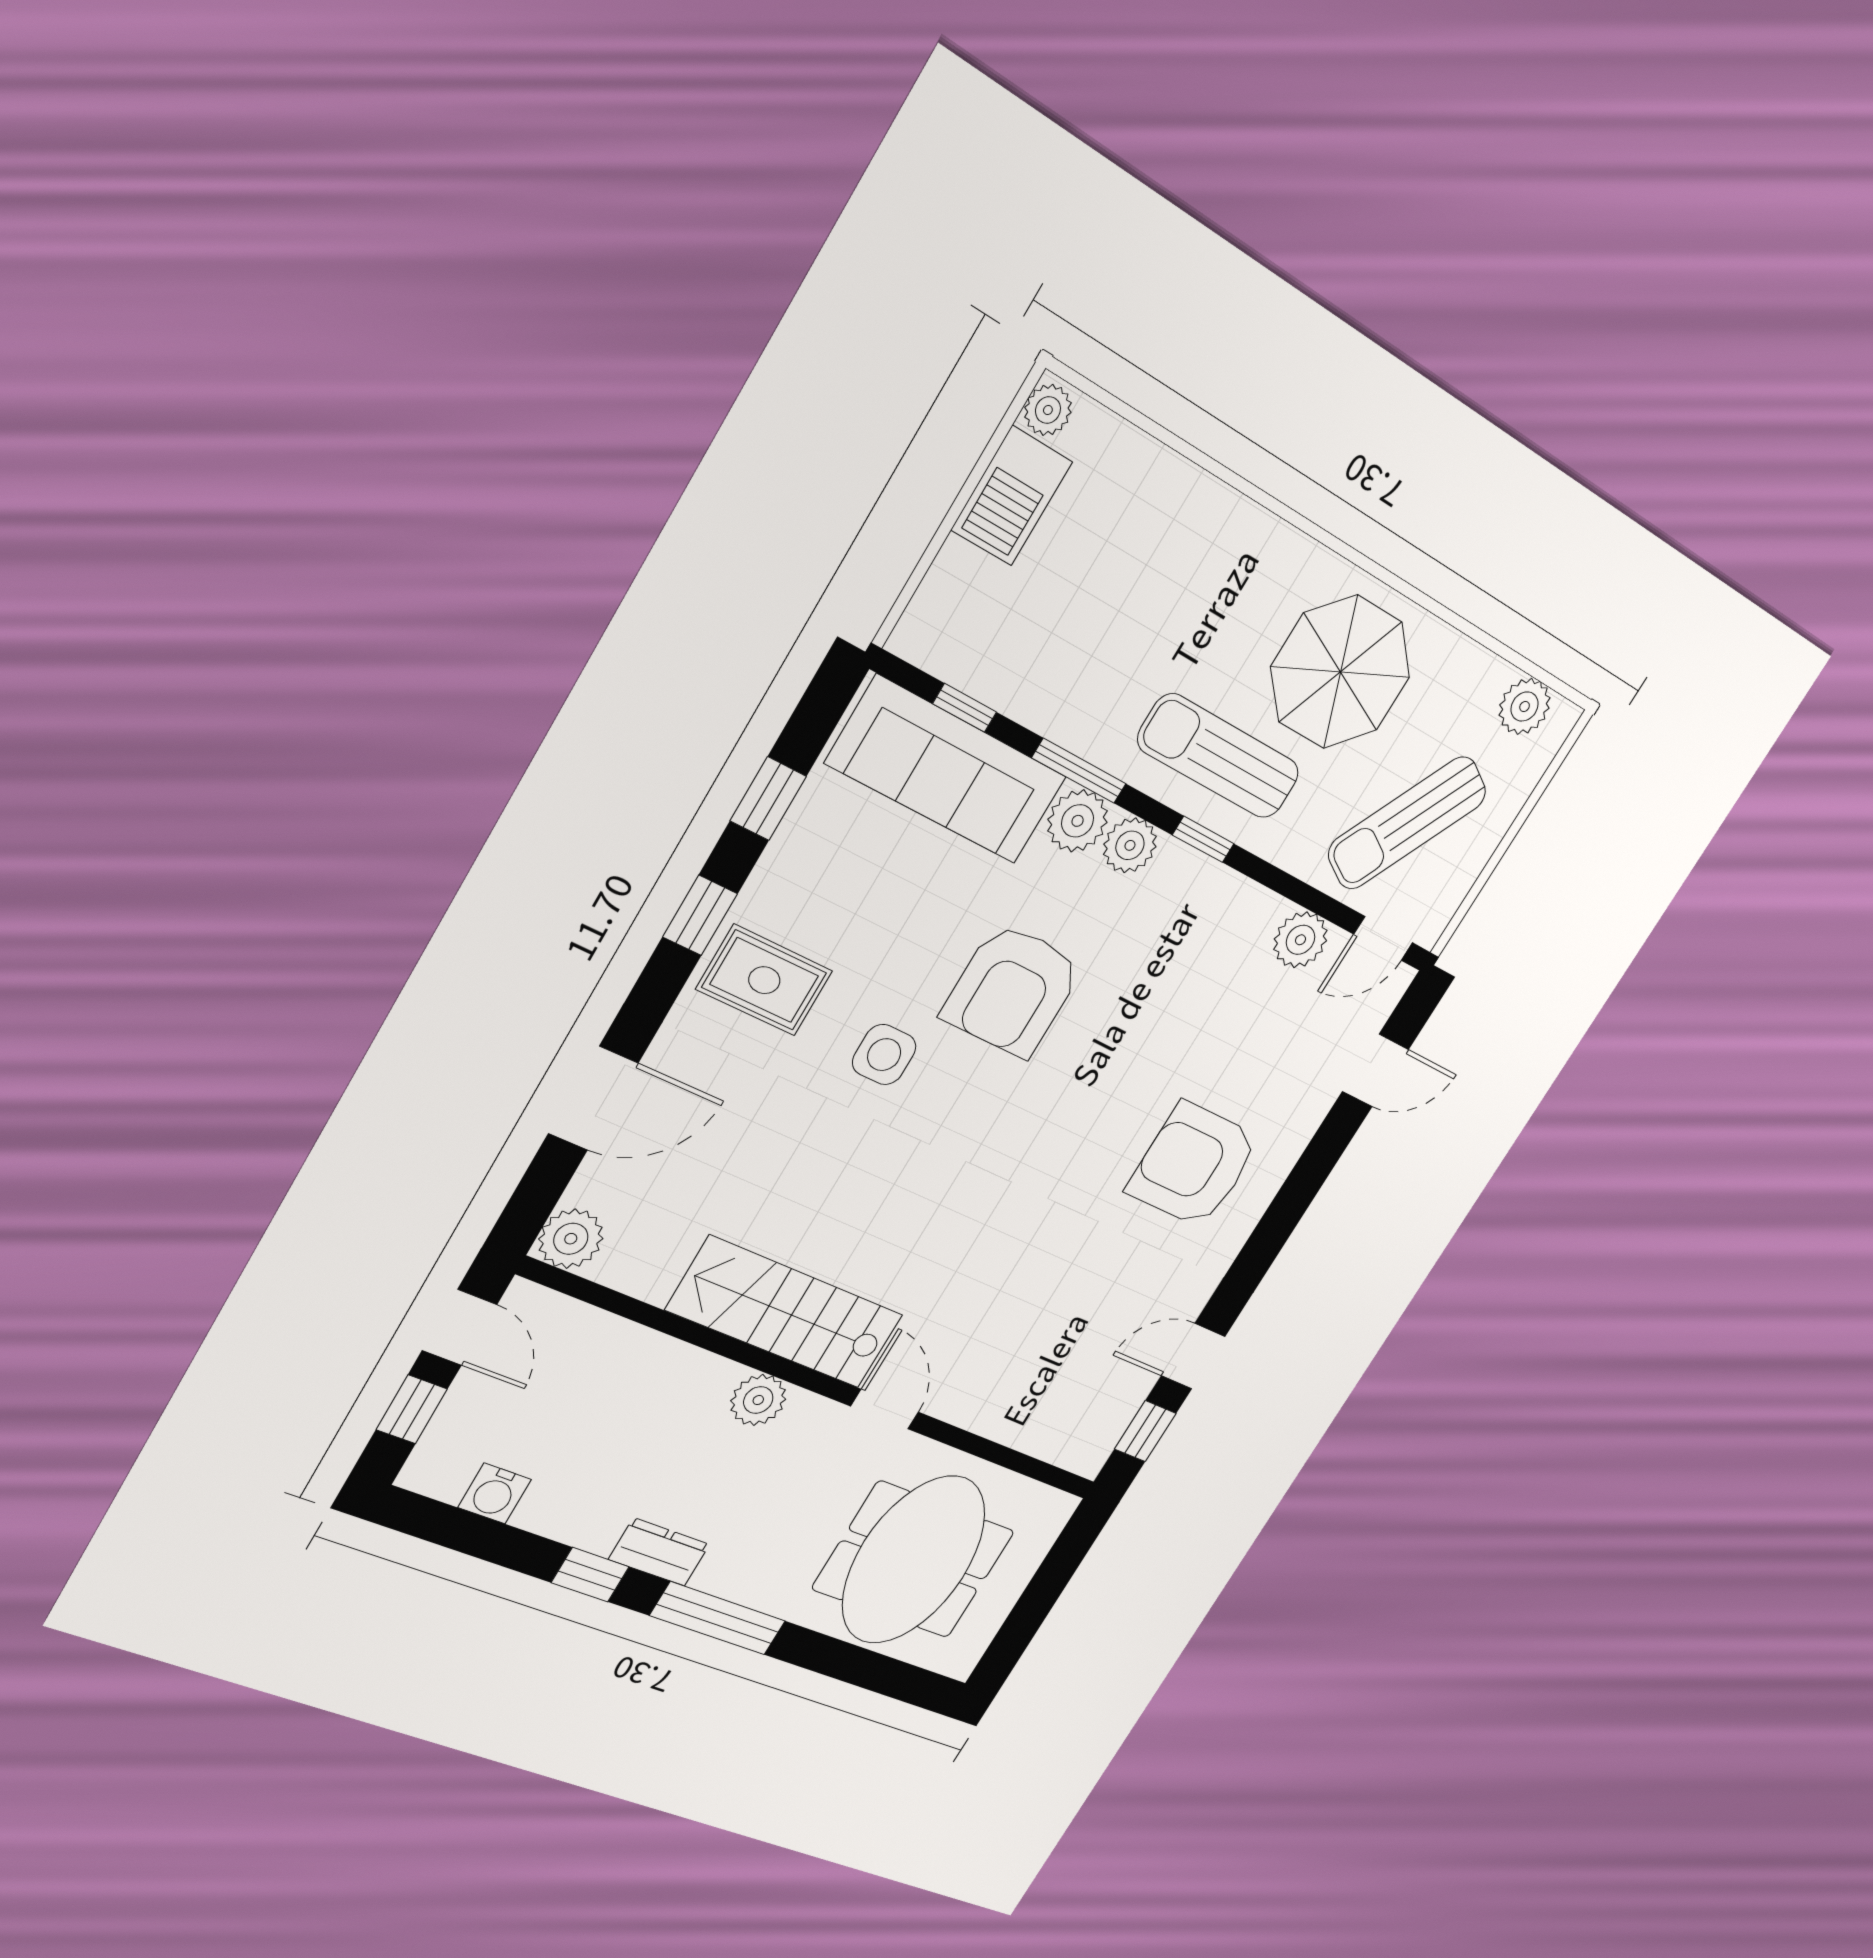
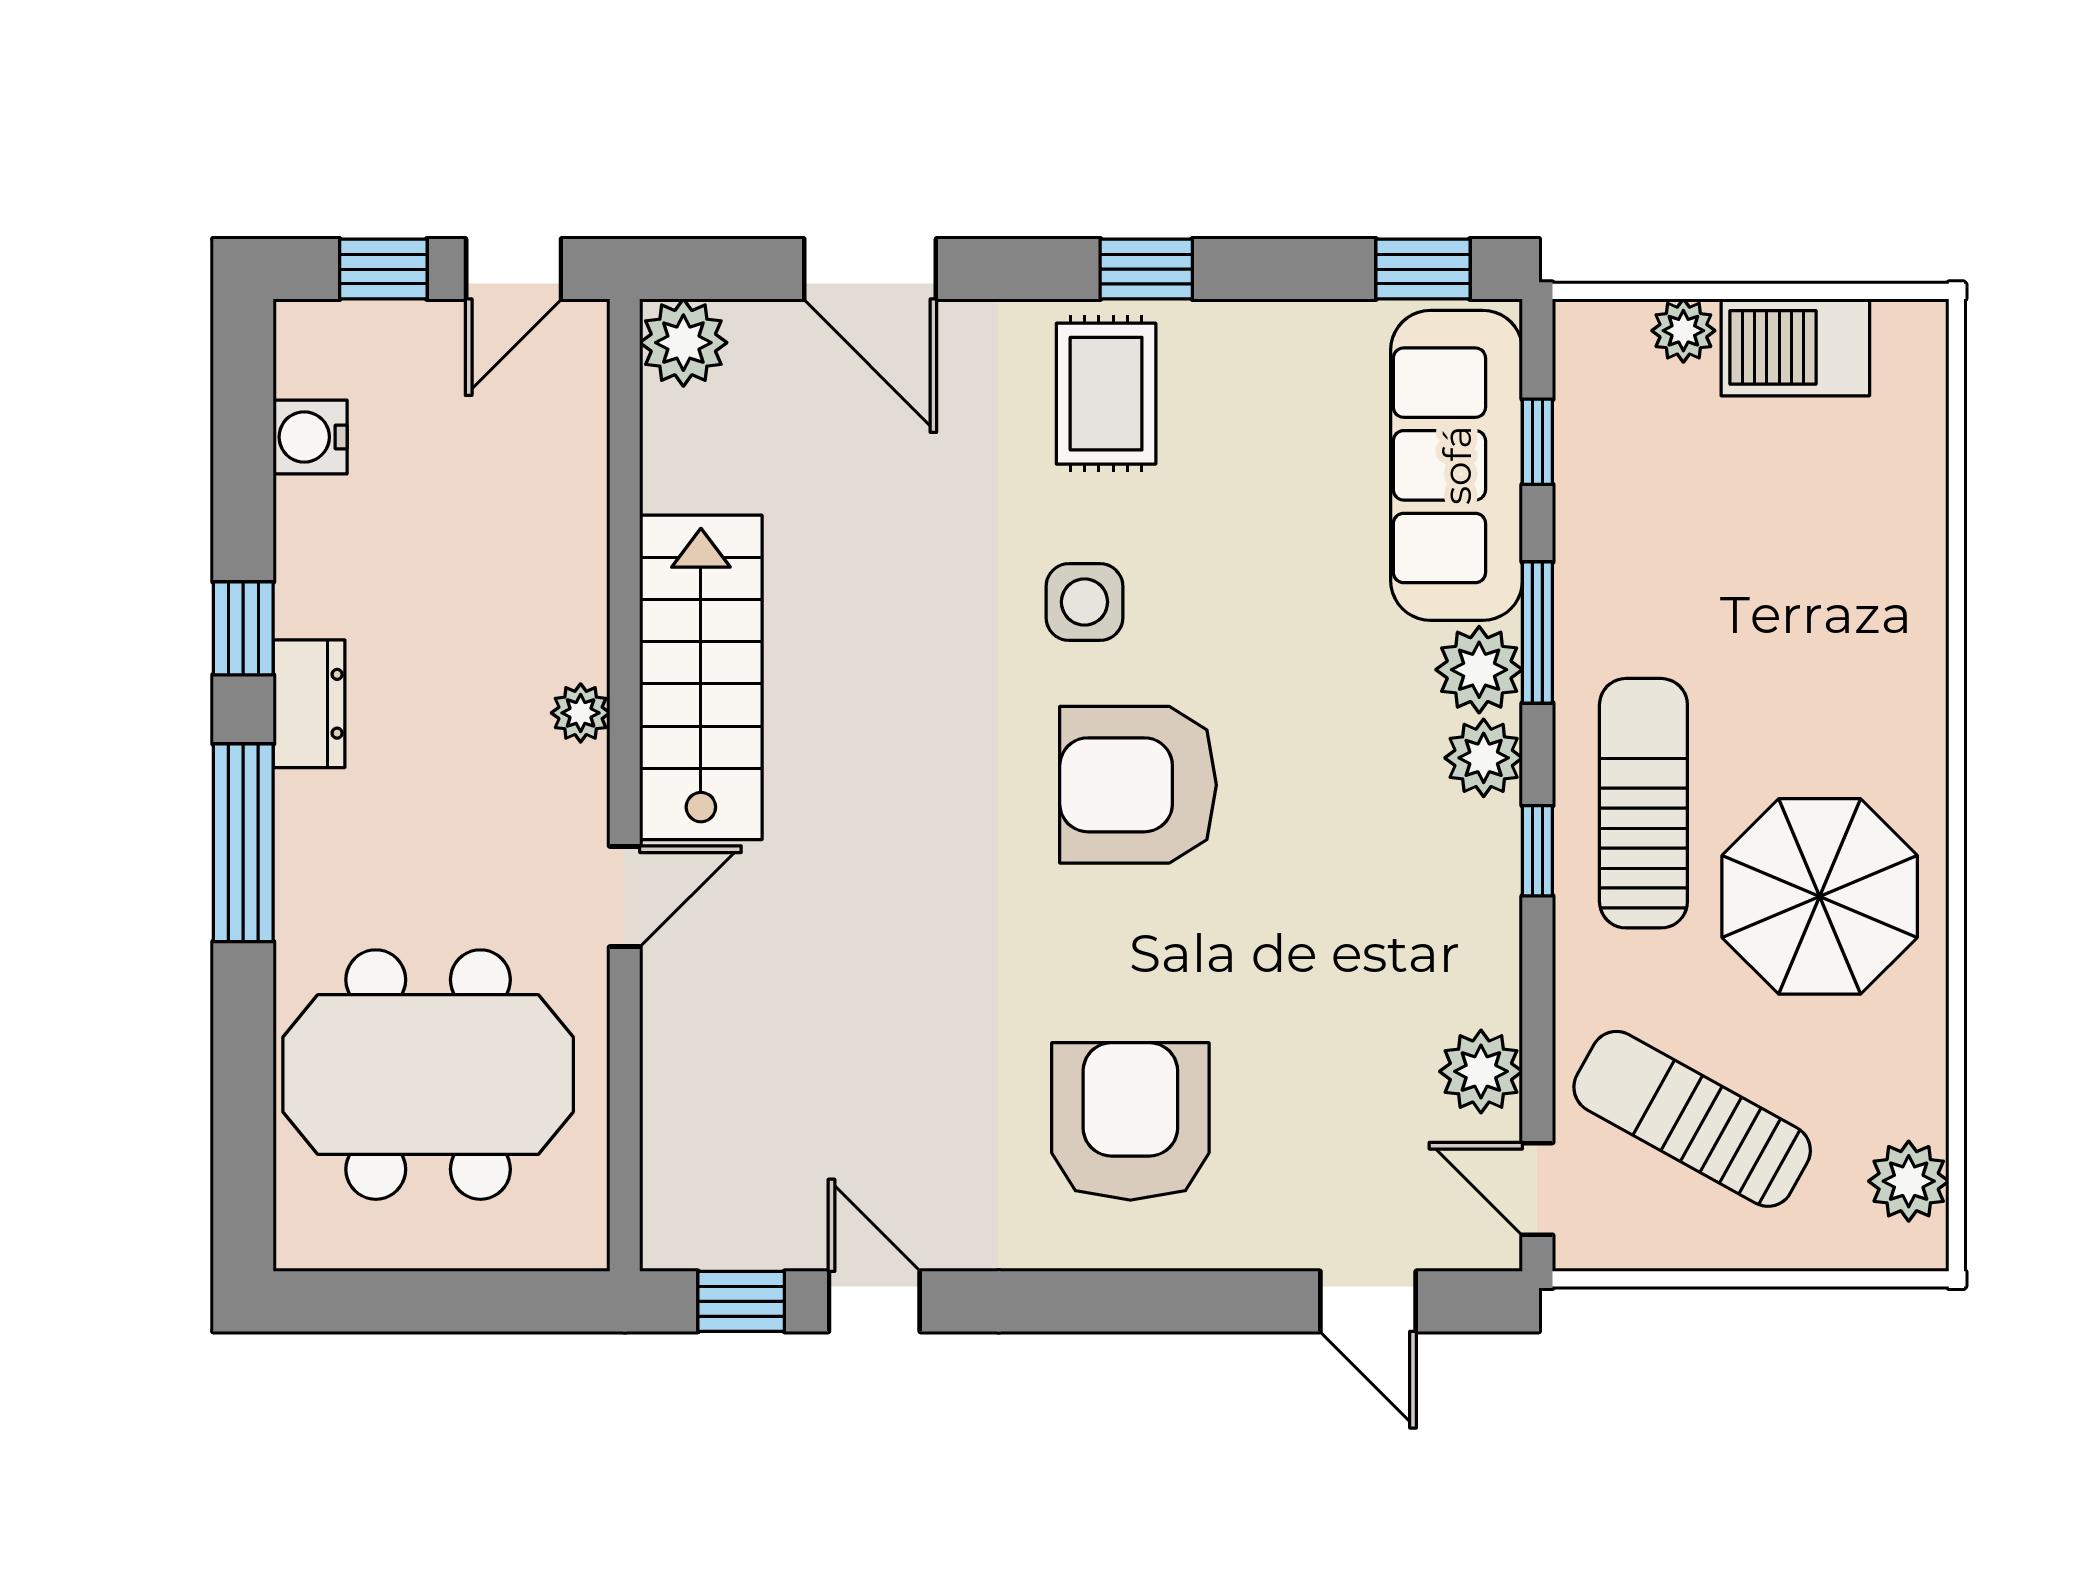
plant: (1048, 410) -> (1683, 331), moved
window: (768, 799) -> (1423, 269), moved
armchair: (1013, 990) -> (1138, 785), moved
plant: (758, 1400) -> (581, 713), width x0.73, depth x0.73

